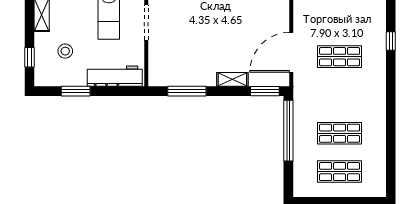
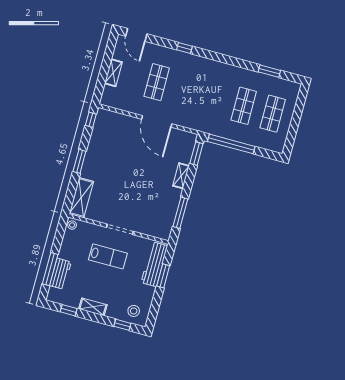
stool: (65, 51) -> (134, 311), moved
door: (291, 52) -> (157, 121), moved
shop shelf: (340, 57) -> (157, 82), moved
window: (76, 91) -> (163, 276), moved
window: (391, 153) -> (269, 71), added

